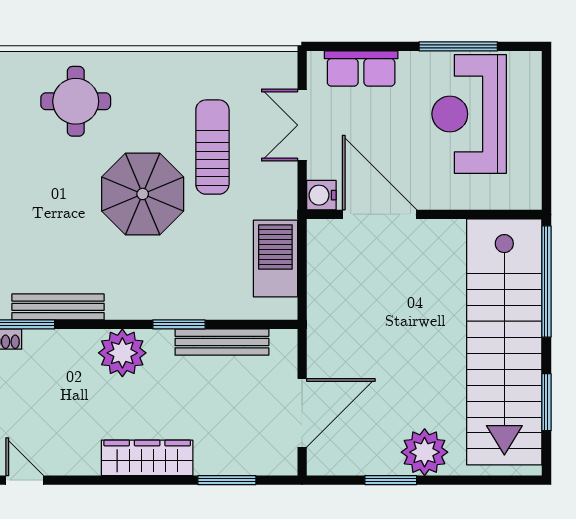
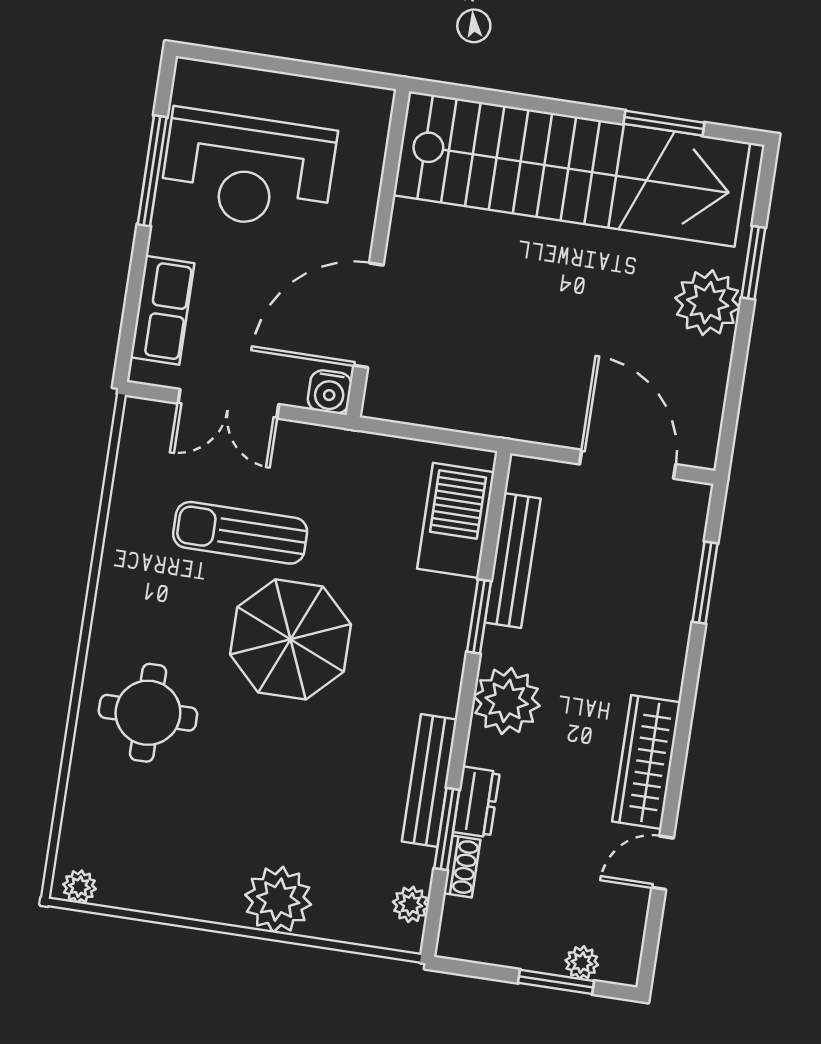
barbecue: (275, 258) -> (456, 520), moved, turned 90
window: (546, 282) -> (497, 98), removed
dresser: (48, 342) -> (476, 802), added
wardrobe: (147, 458) -> (646, 762), moved
window: (391, 480) -> (753, 263), moved

